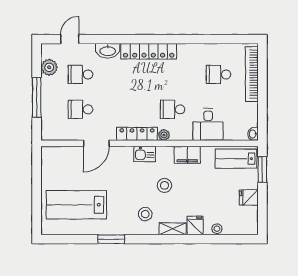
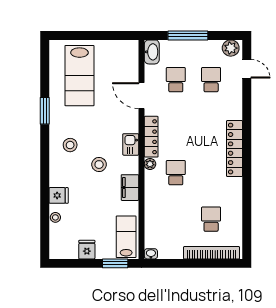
washbasin: (108, 51) -> (152, 52), moved, turned 180
plant: (49, 67) -> (231, 48), moved
desk: (208, 124) -> (161, 209), removed
lab bench: (76, 205) -> (79, 76), turned 180
shelving: (173, 229) -> (55, 173), removed

